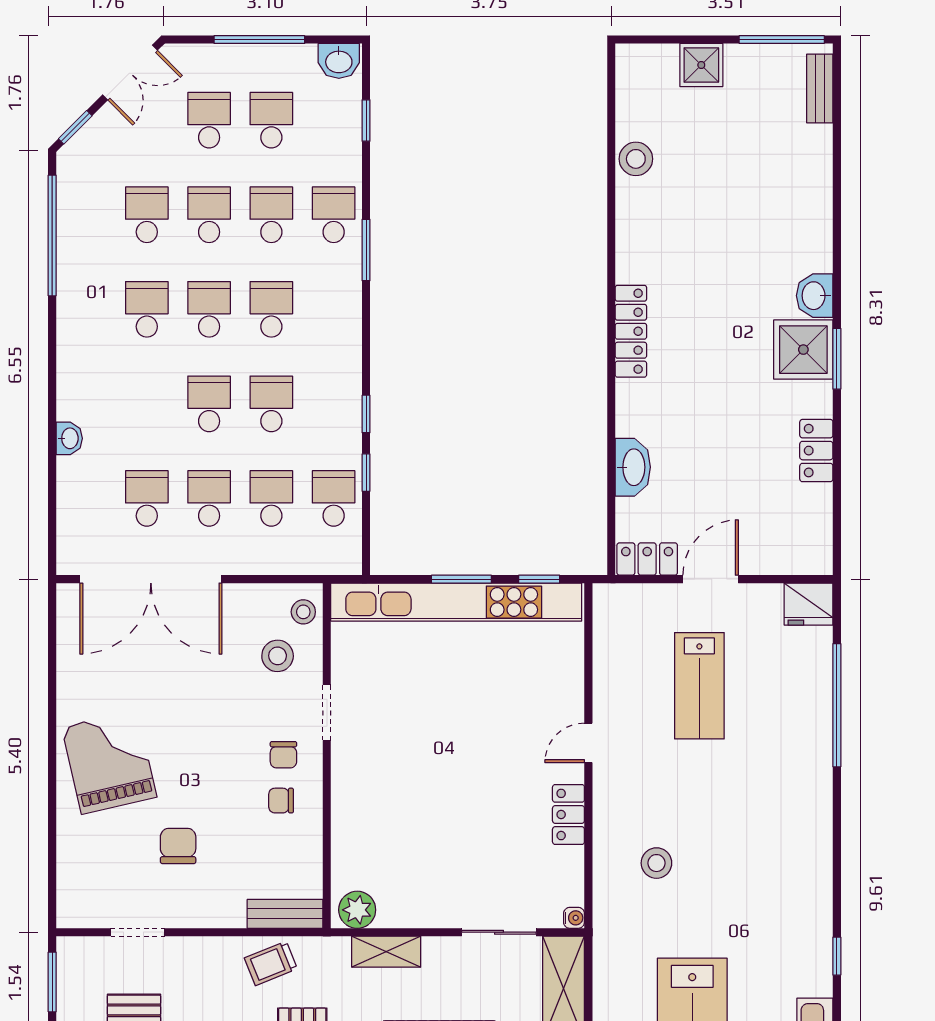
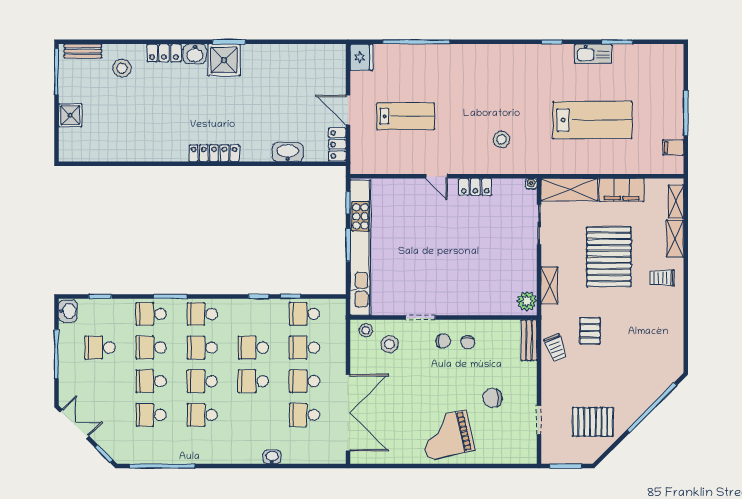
school desk: (209, 120) -> (202, 314), moved
stool: (636, 159) -> (122, 68), moved
locker: (816, 451) -> (164, 53), moved

